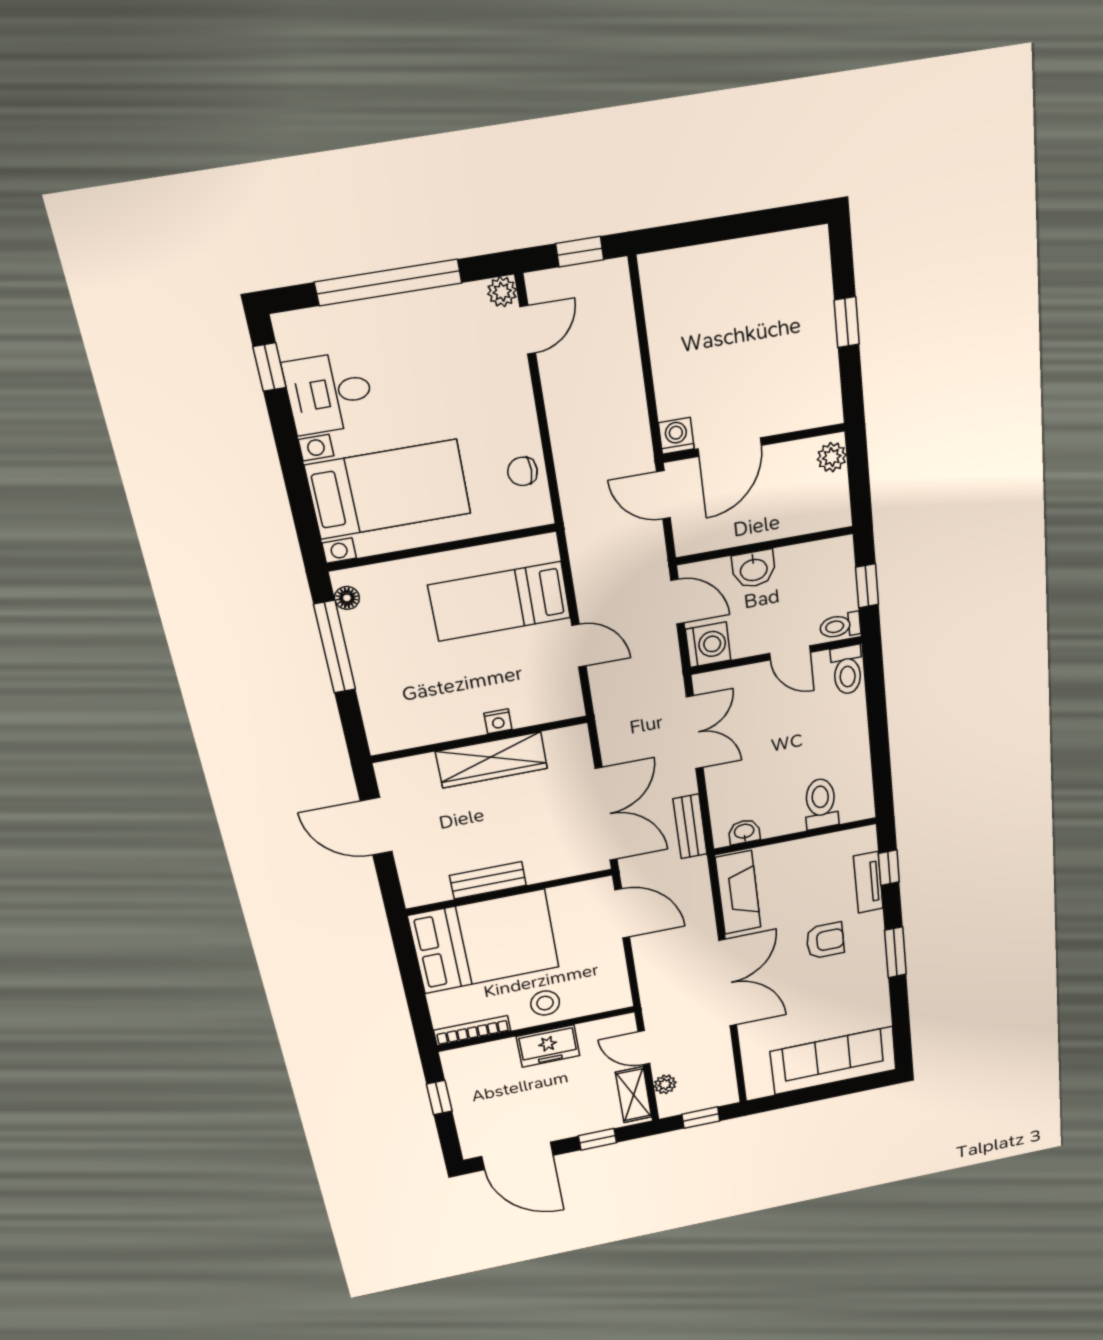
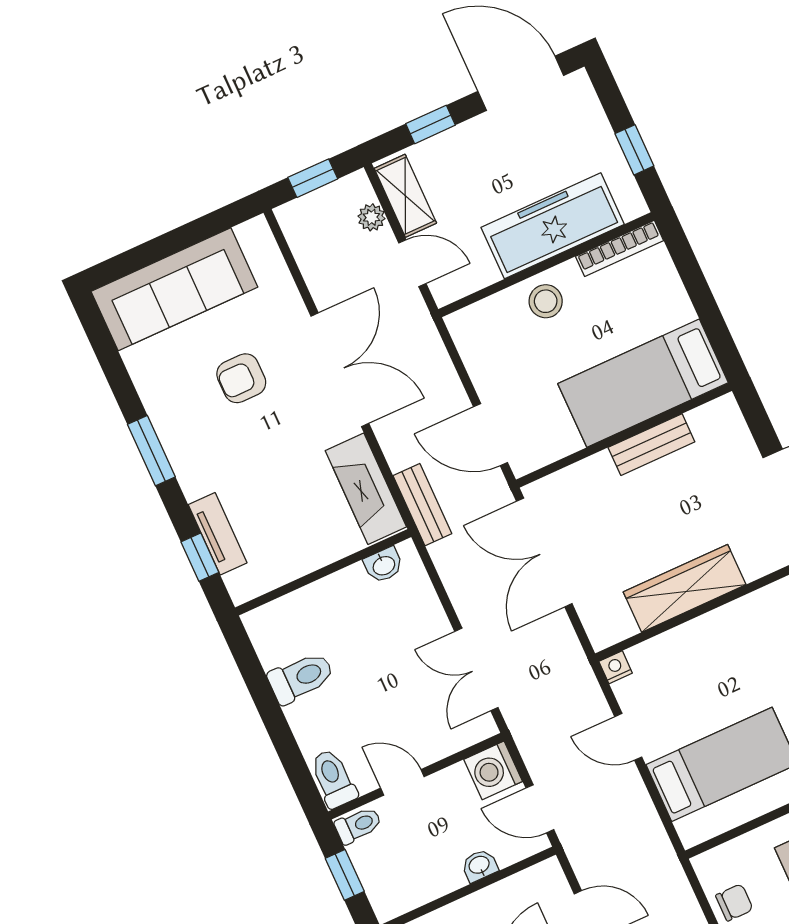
washbasin: (754, 569) -> (479, 865), width x0.72, depth x0.69
nightstand: (498, 721) -> (616, 667), moved
toilet: (821, 804) -> (301, 678), moved, turned -90
bench: (690, 826) -> (422, 505), moved
armchair: (825, 941) -> (241, 378), moved
bed: (484, 942) -> (643, 383), width x0.67
double door: (728, 983) -> (340, 370), swing flipped
freezer: (548, 1046) -> (553, 226), width x1.91, depth x1.26

